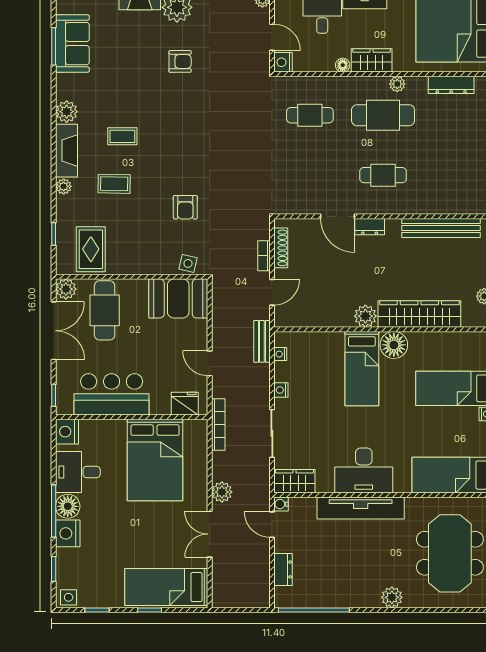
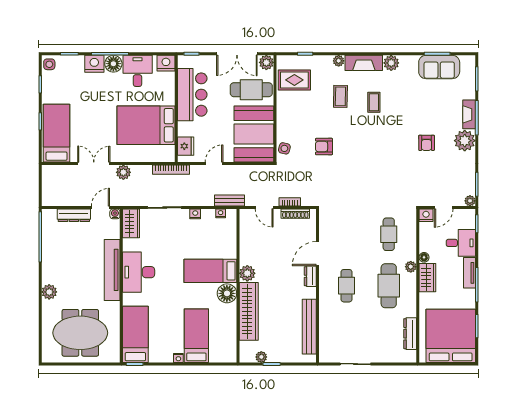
plant: (397, 84) -> (411, 267), moved
booth: (178, 298) -> (254, 134), width x1.36, depth x1.42
dresser: (283, 569) -> (74, 215), width x1.44

